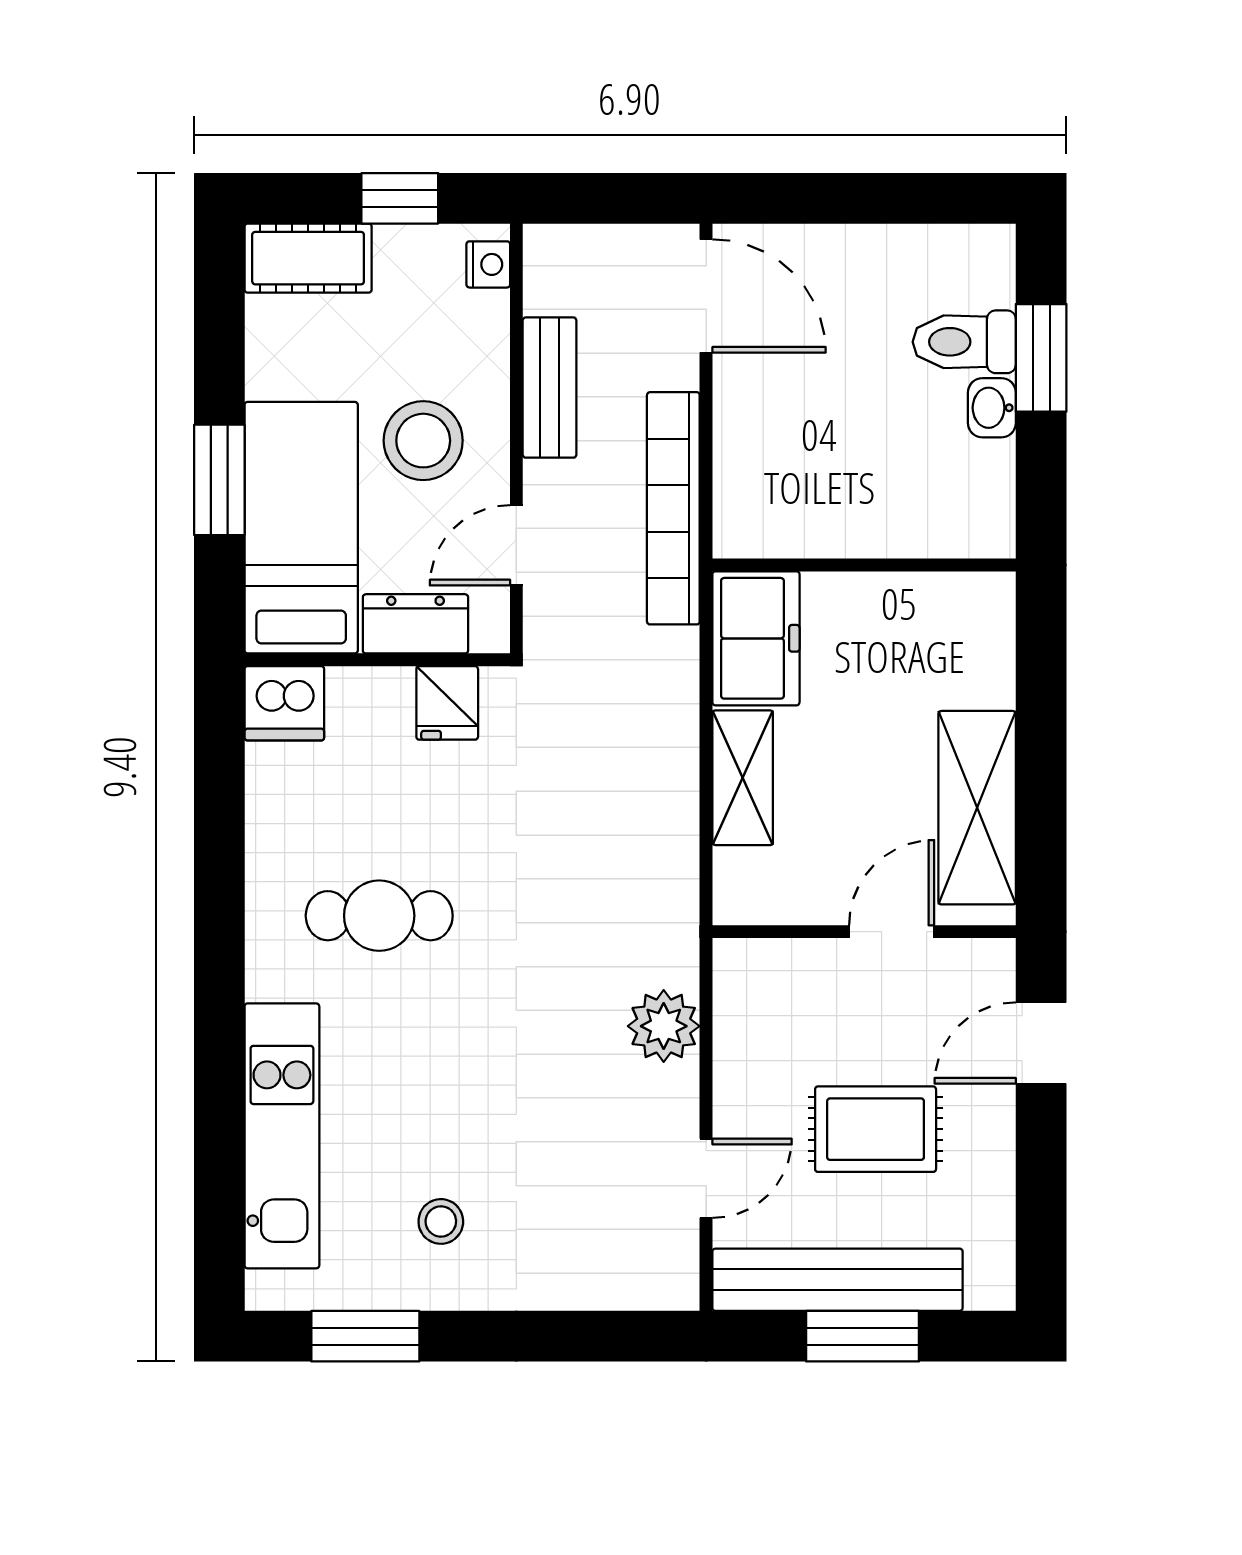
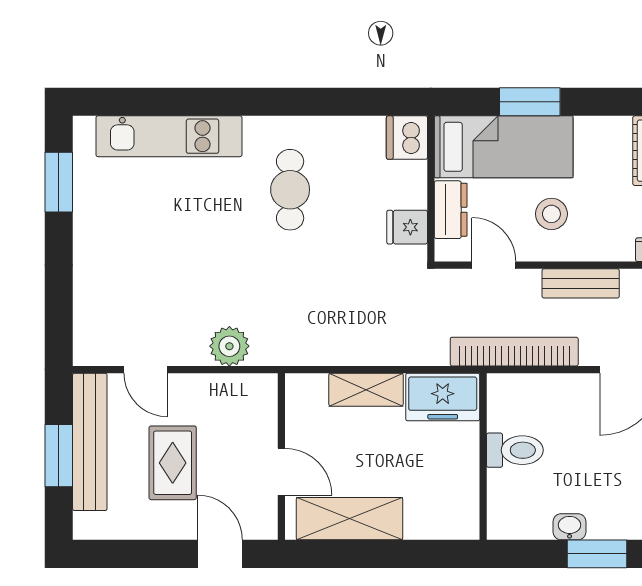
toilet: (964, 342) -> (515, 450), moved, turned 90
stool: (423, 441) -> (551, 214), width x0.73, depth x0.73
stool: (441, 1221) -> (122, 224), removed

